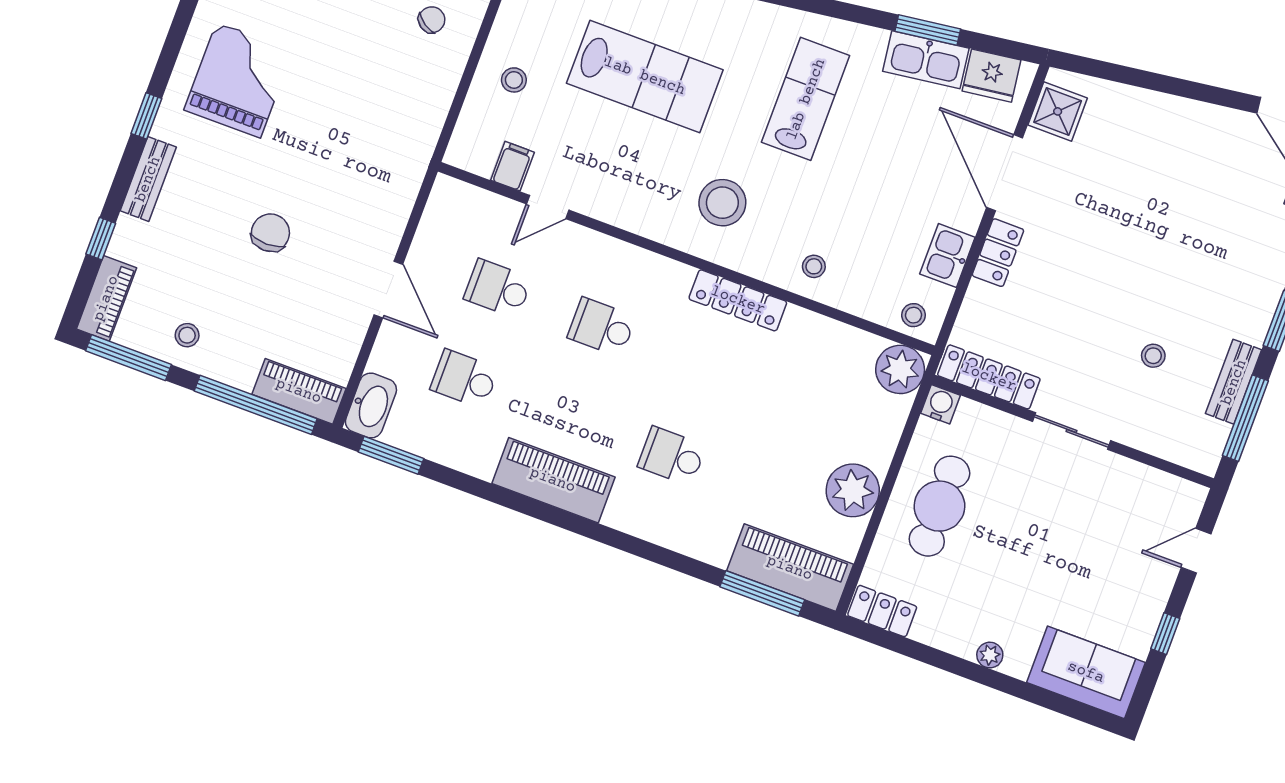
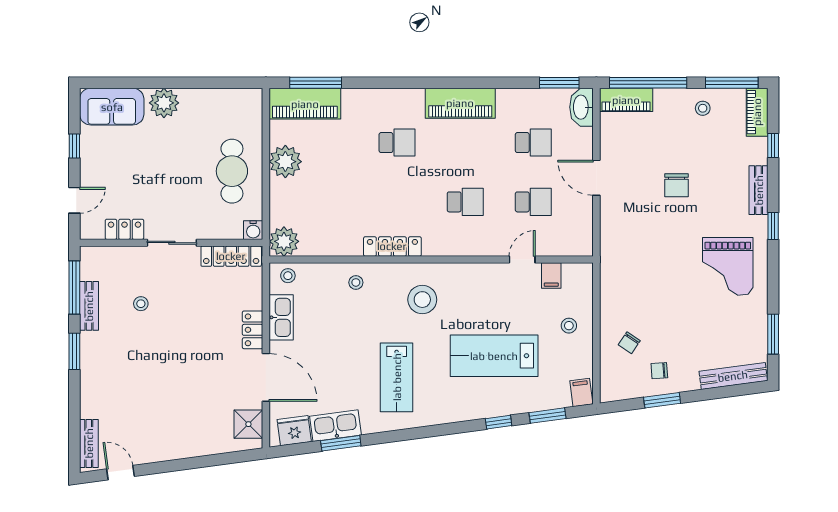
kitchen sink: (947, 256) -> (281, 317), width x1.38
locker: (882, 611) -> (124, 229), moved, turned 180
plant: (990, 655) -> (164, 103), width x1.88, depth x1.88

